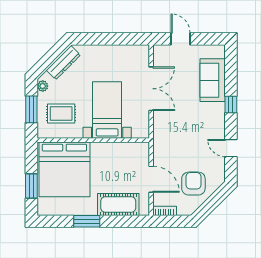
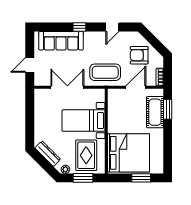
sofa: (213, 80) -> (61, 41), width x1.36
rug: (61, 114) -> (86, 155), width x1.36, depth x1.43
coffee table: (171, 139) -> (105, 72), added
window: (87, 221) -> (168, 109), moved

